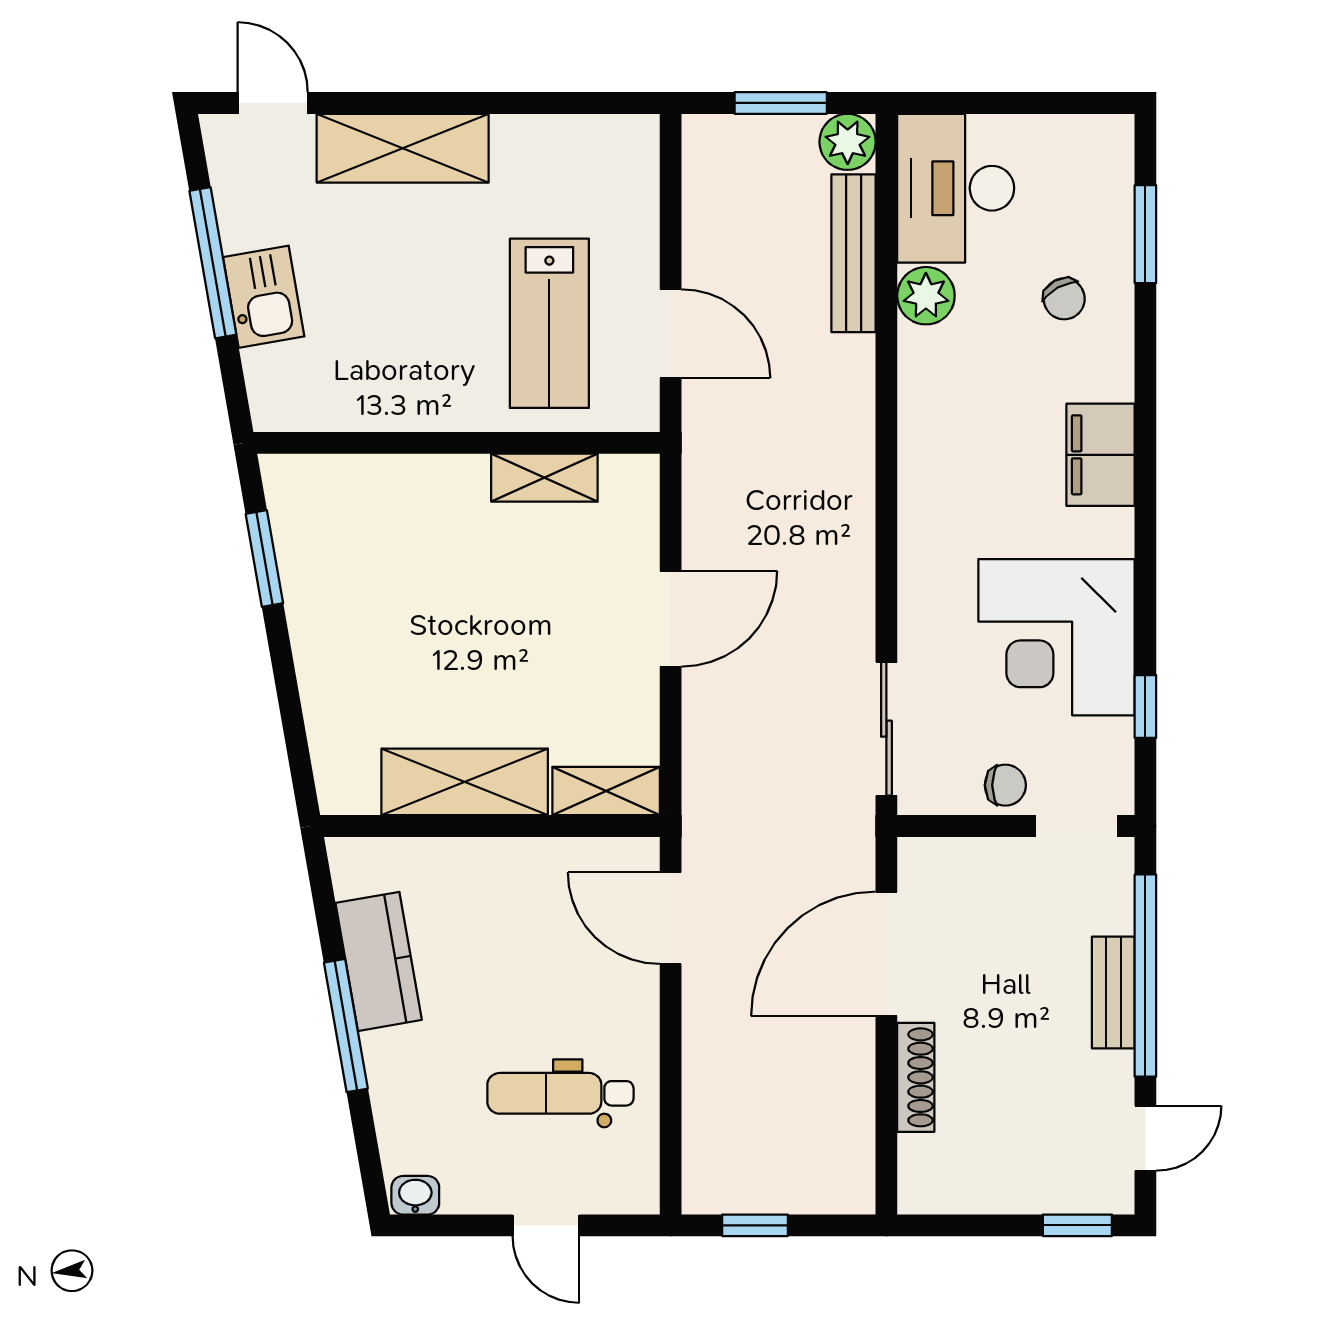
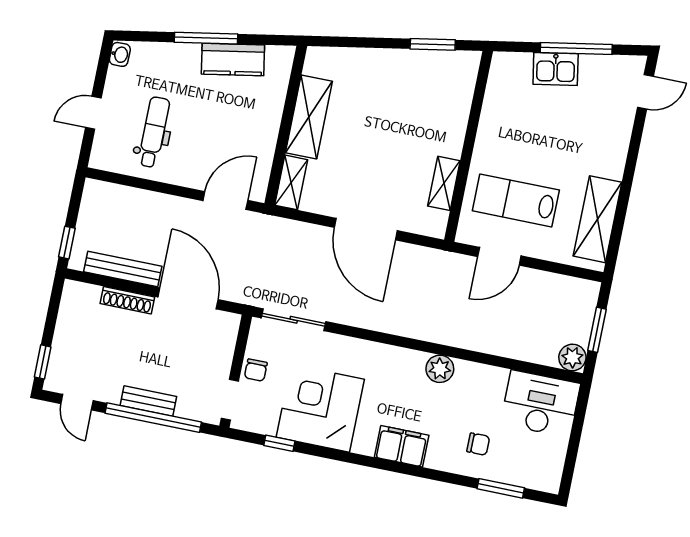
shelving: (403, 148) -> (597, 219), moved
bench: (854, 253) -> (123, 269), moved
plant: (926, 296) -> (440, 369), moved
chair: (1064, 299) -> (478, 444), turned -151
door: (671, 619) -> (366, 229), width x1.36
window: (755, 1225) -> (67, 243), moved

